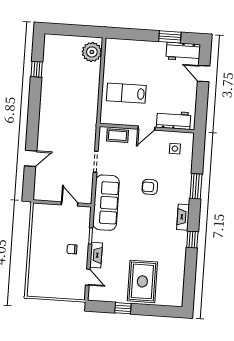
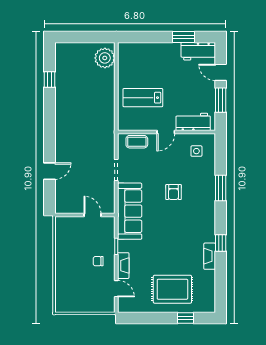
window: (202, 101) -> (221, 100), added
armchair: (150, 187) -> (173, 192), turned -90
fireplace: (183, 217) -> (210, 256), moved
rug: (142, 281) -> (172, 289), turned 90
window: (123, 308) -> (185, 318), moved

